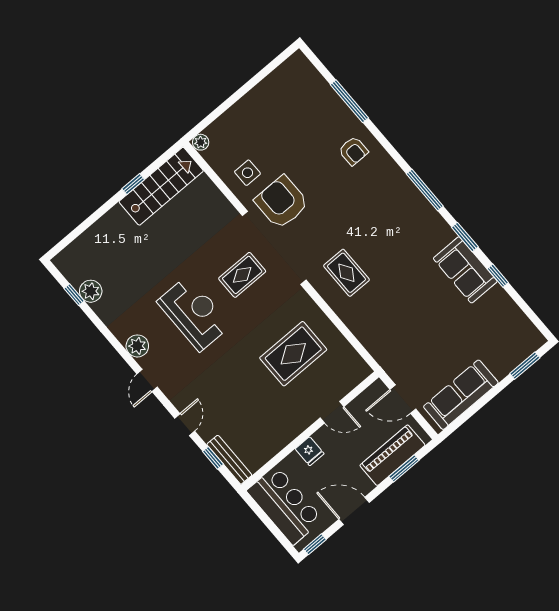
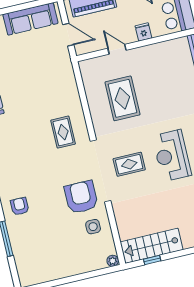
window: (133, 184) -> (152, 260), moved
armchair: (282, 202) -> (81, 197), turned 180
rug: (293, 354) -> (122, 98), turned 90

